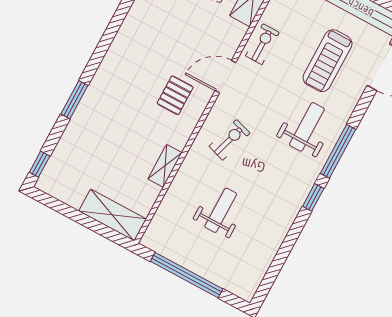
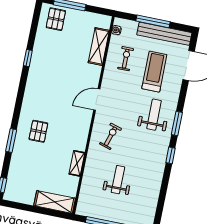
exercise bike: (262, 44) -> (126, 59), moved
treadmill: (328, 61) -> (154, 72), turned 180
pallet: (175, 95) -> (38, 131), moved
window: (338, 151) -> (177, 124), width x0.69

